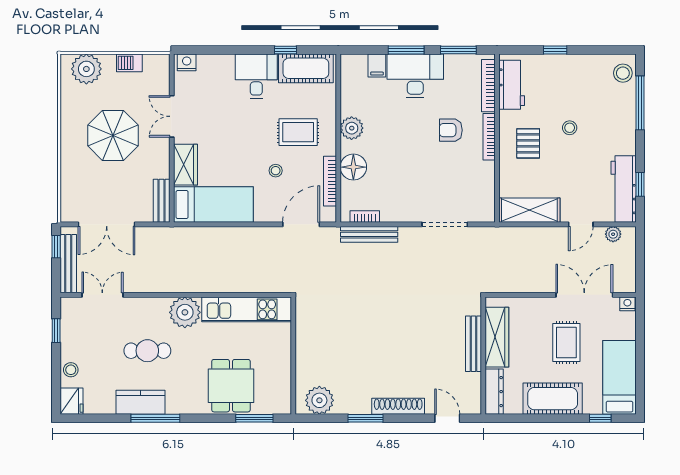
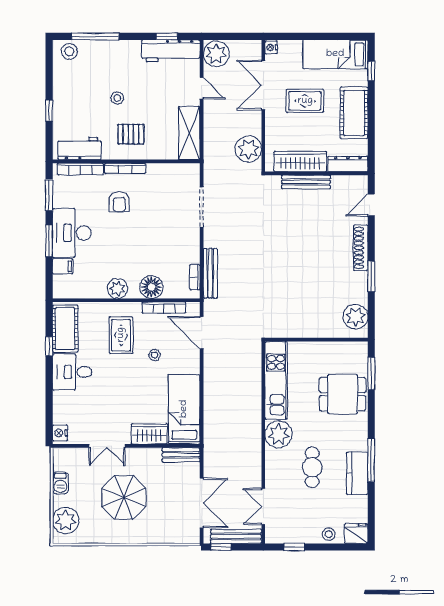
plant: (613, 234) -> (216, 54), width x1.87, depth x1.87
plant: (511, 278) -> (248, 149), added

